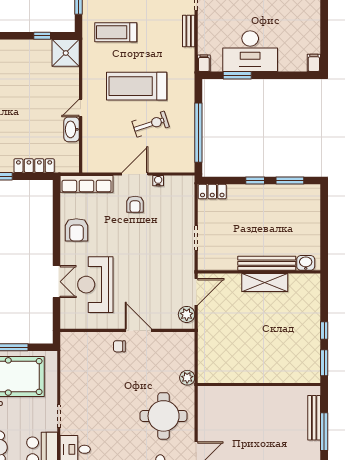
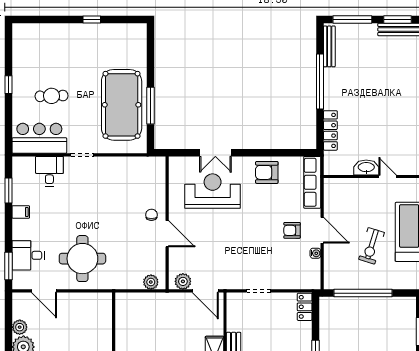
exercise bike: (151, 124) -> (371, 246), turned 35
door: (138, 330) -> (167, 234), hinge flipped
plant: (187, 378) -> (151, 282), moved

